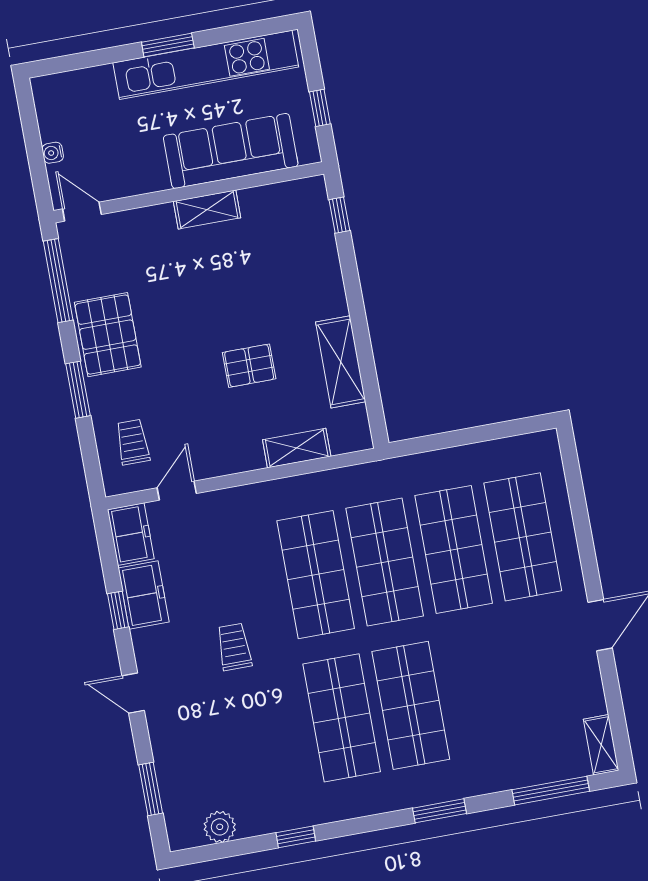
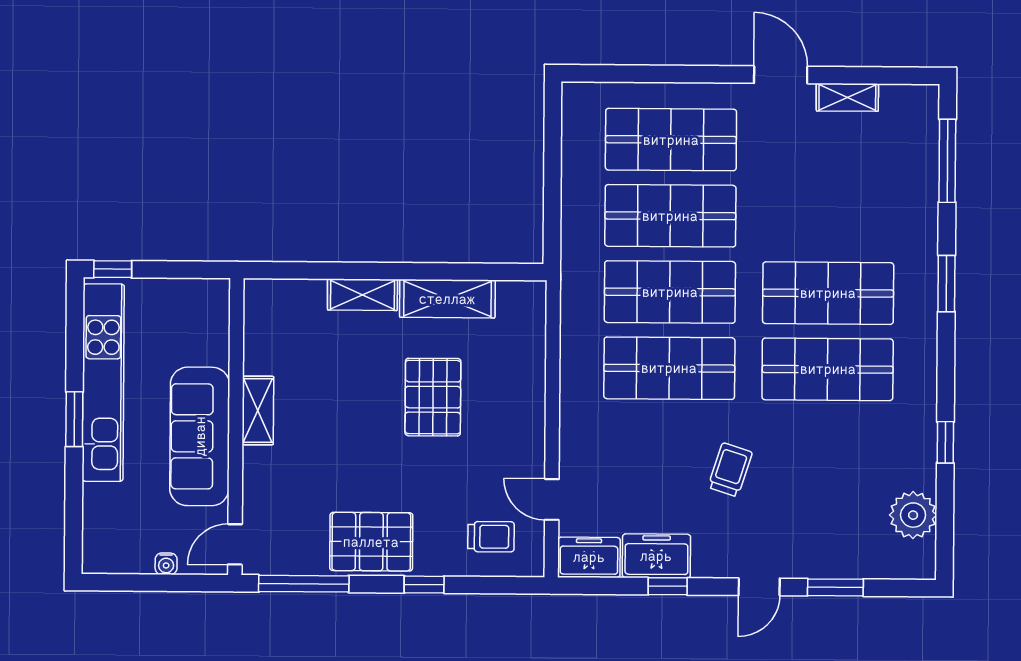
window: (320, 108) -> (113, 269), moved
sofa: (231, 151) -> (200, 436), moved
window: (339, 215) -> (291, 270), removed
pallet: (249, 366) -> (433, 397), width x1.50, depth x1.42
window: (78, 390) -> (424, 585), width x0.67
trolley: (133, 442) -> (491, 537), turned 180
shelving: (297, 448) -> (362, 295), moved, turned 90
trolley: (234, 647) -> (730, 470), turned 108
shelving: (601, 745) -> (847, 97), moved
window: (151, 789) -> (835, 587), moved
plant: (220, 827) -> (913, 515), width x1.36, depth x1.36

